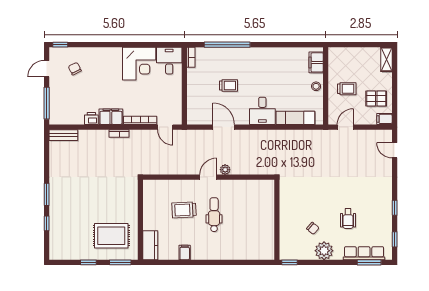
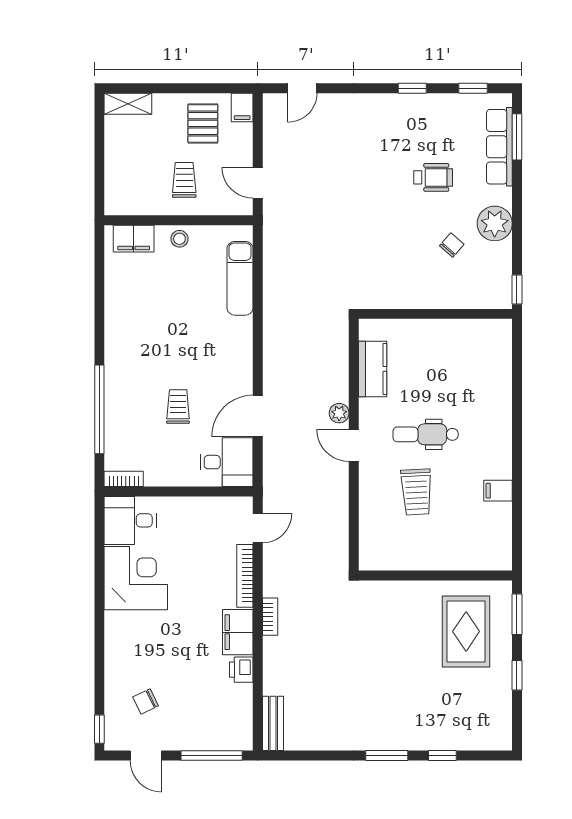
desk: (262, 111) -> (226, 462), moved
kitchen counter: (150, 245) -> (373, 369), moved, turned 90

